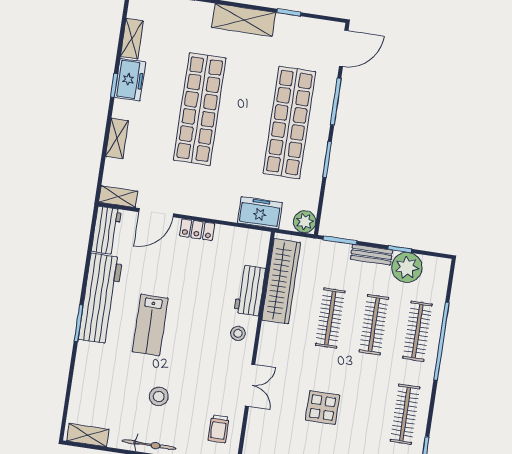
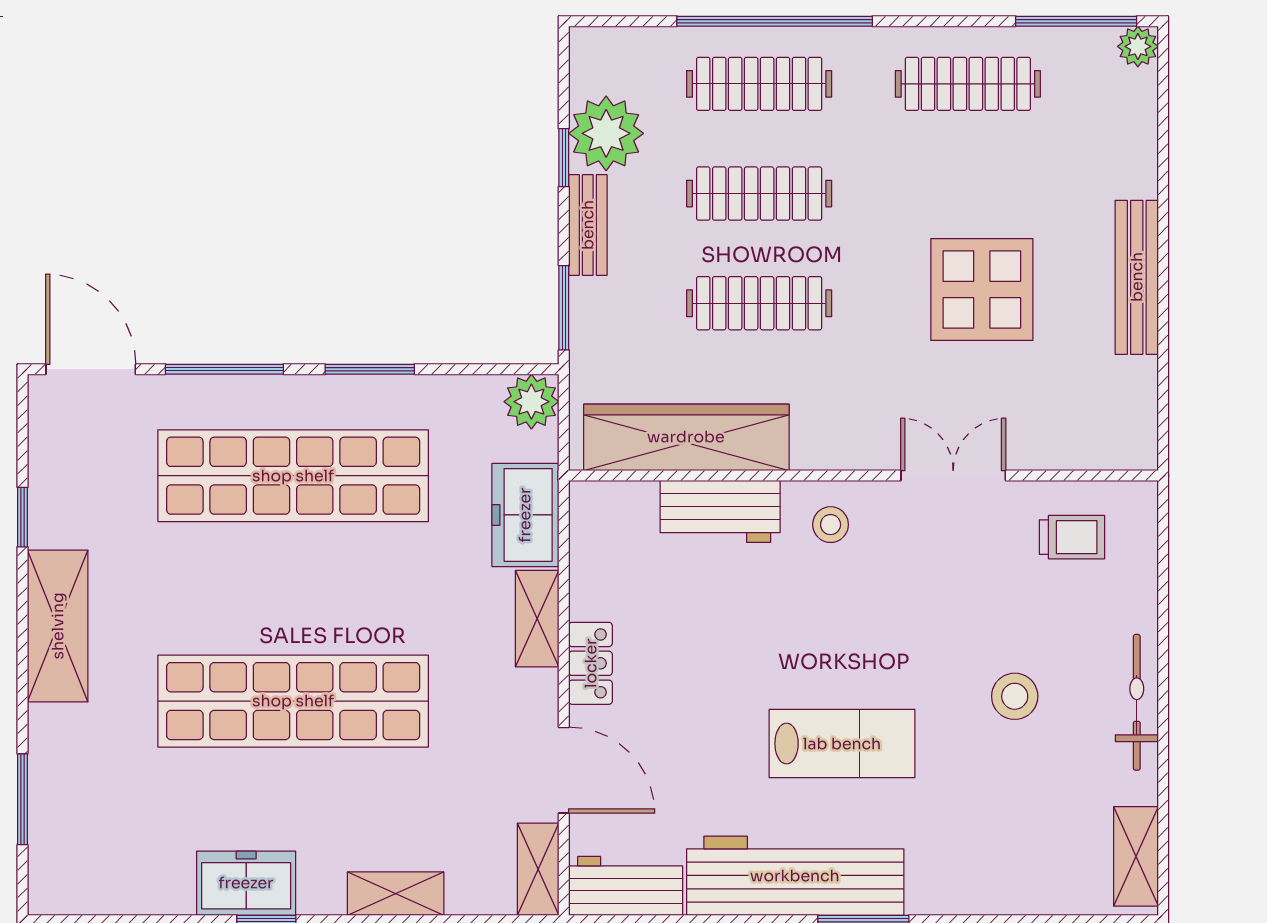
shelving: (132, 39) -> (537, 619), moved, turned 90
display table: (322, 408) -> (982, 289), width x1.36, depth x1.36

